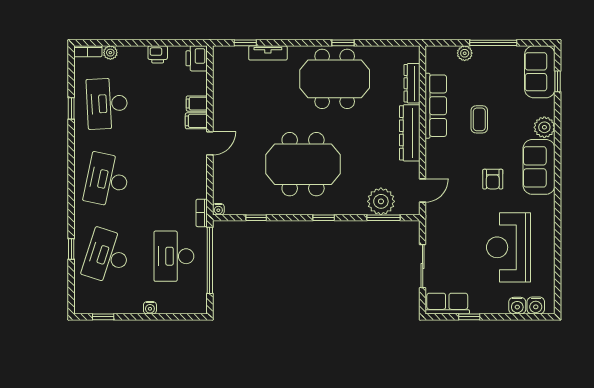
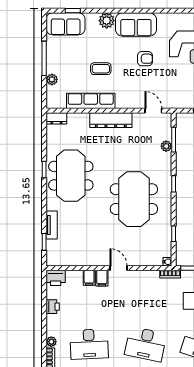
dresser: (412, 83) -> (56, 118), moved, width x0.70
plant: (381, 201) -> (166, 146), width x0.53, depth x0.53

